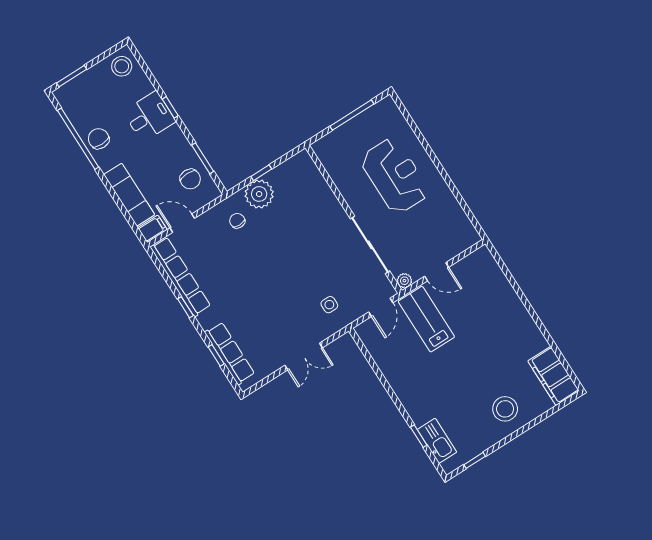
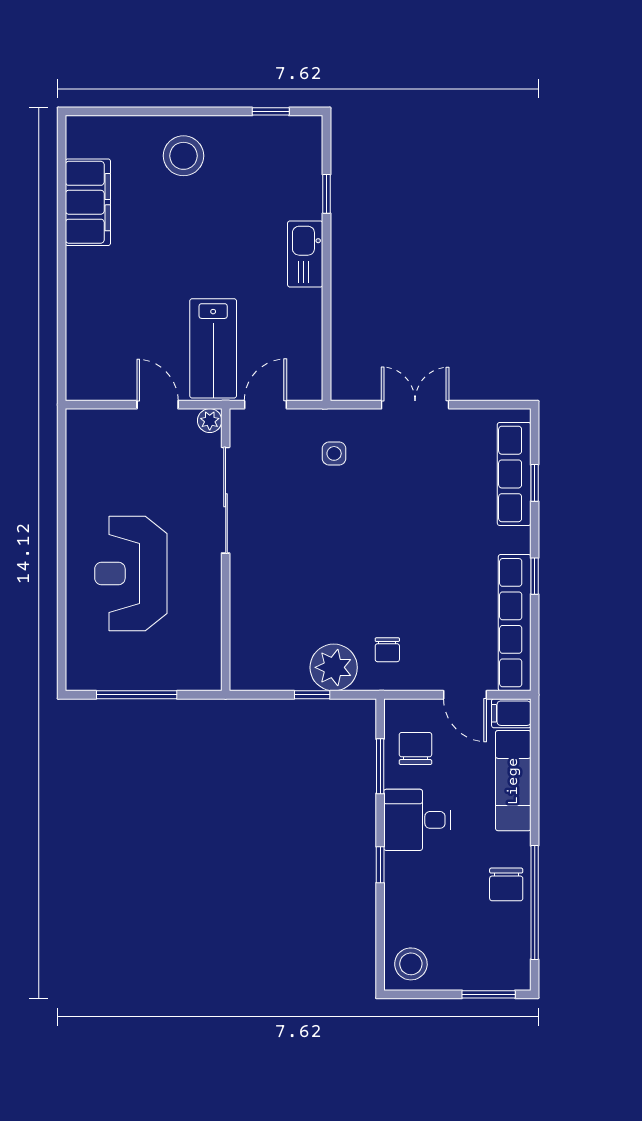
desk: (149, 117) -> (417, 820), moved
filing cabinet: (553, 376) -> (88, 202), moved
kitchen sink: (437, 441) -> (305, 254), moved

